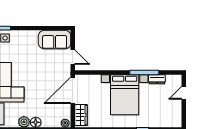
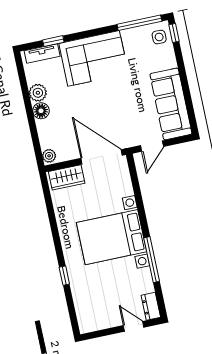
sofa: (55, 40) -> (171, 104), width x1.36
dresser: (157, 79) -> (151, 306), moved

